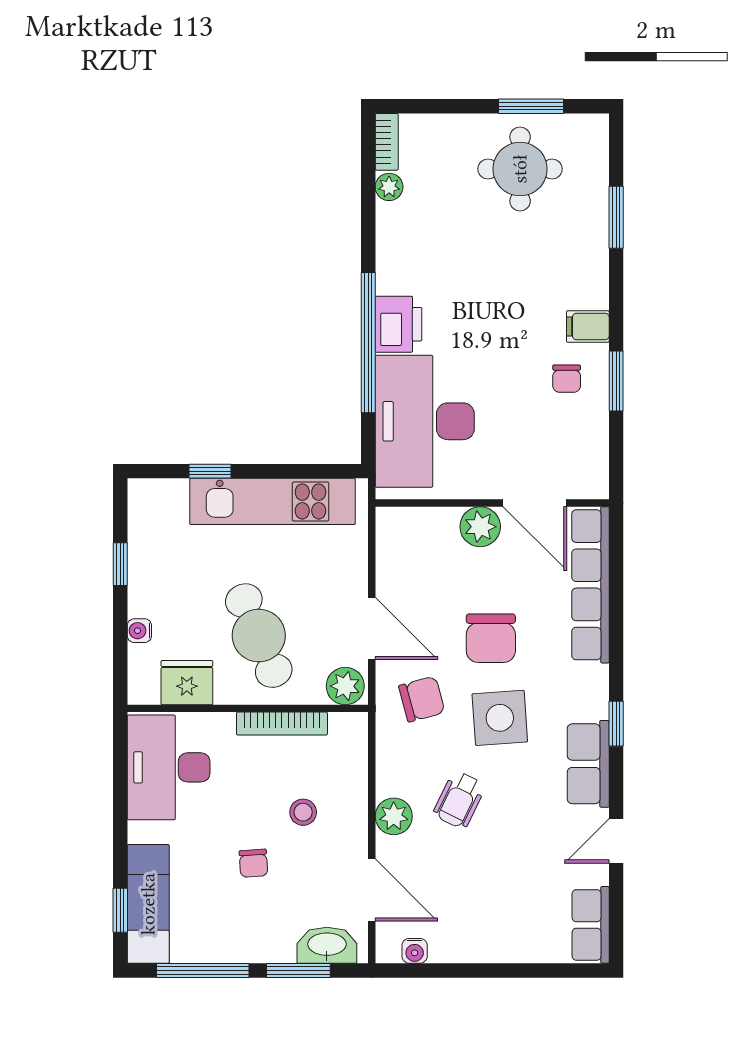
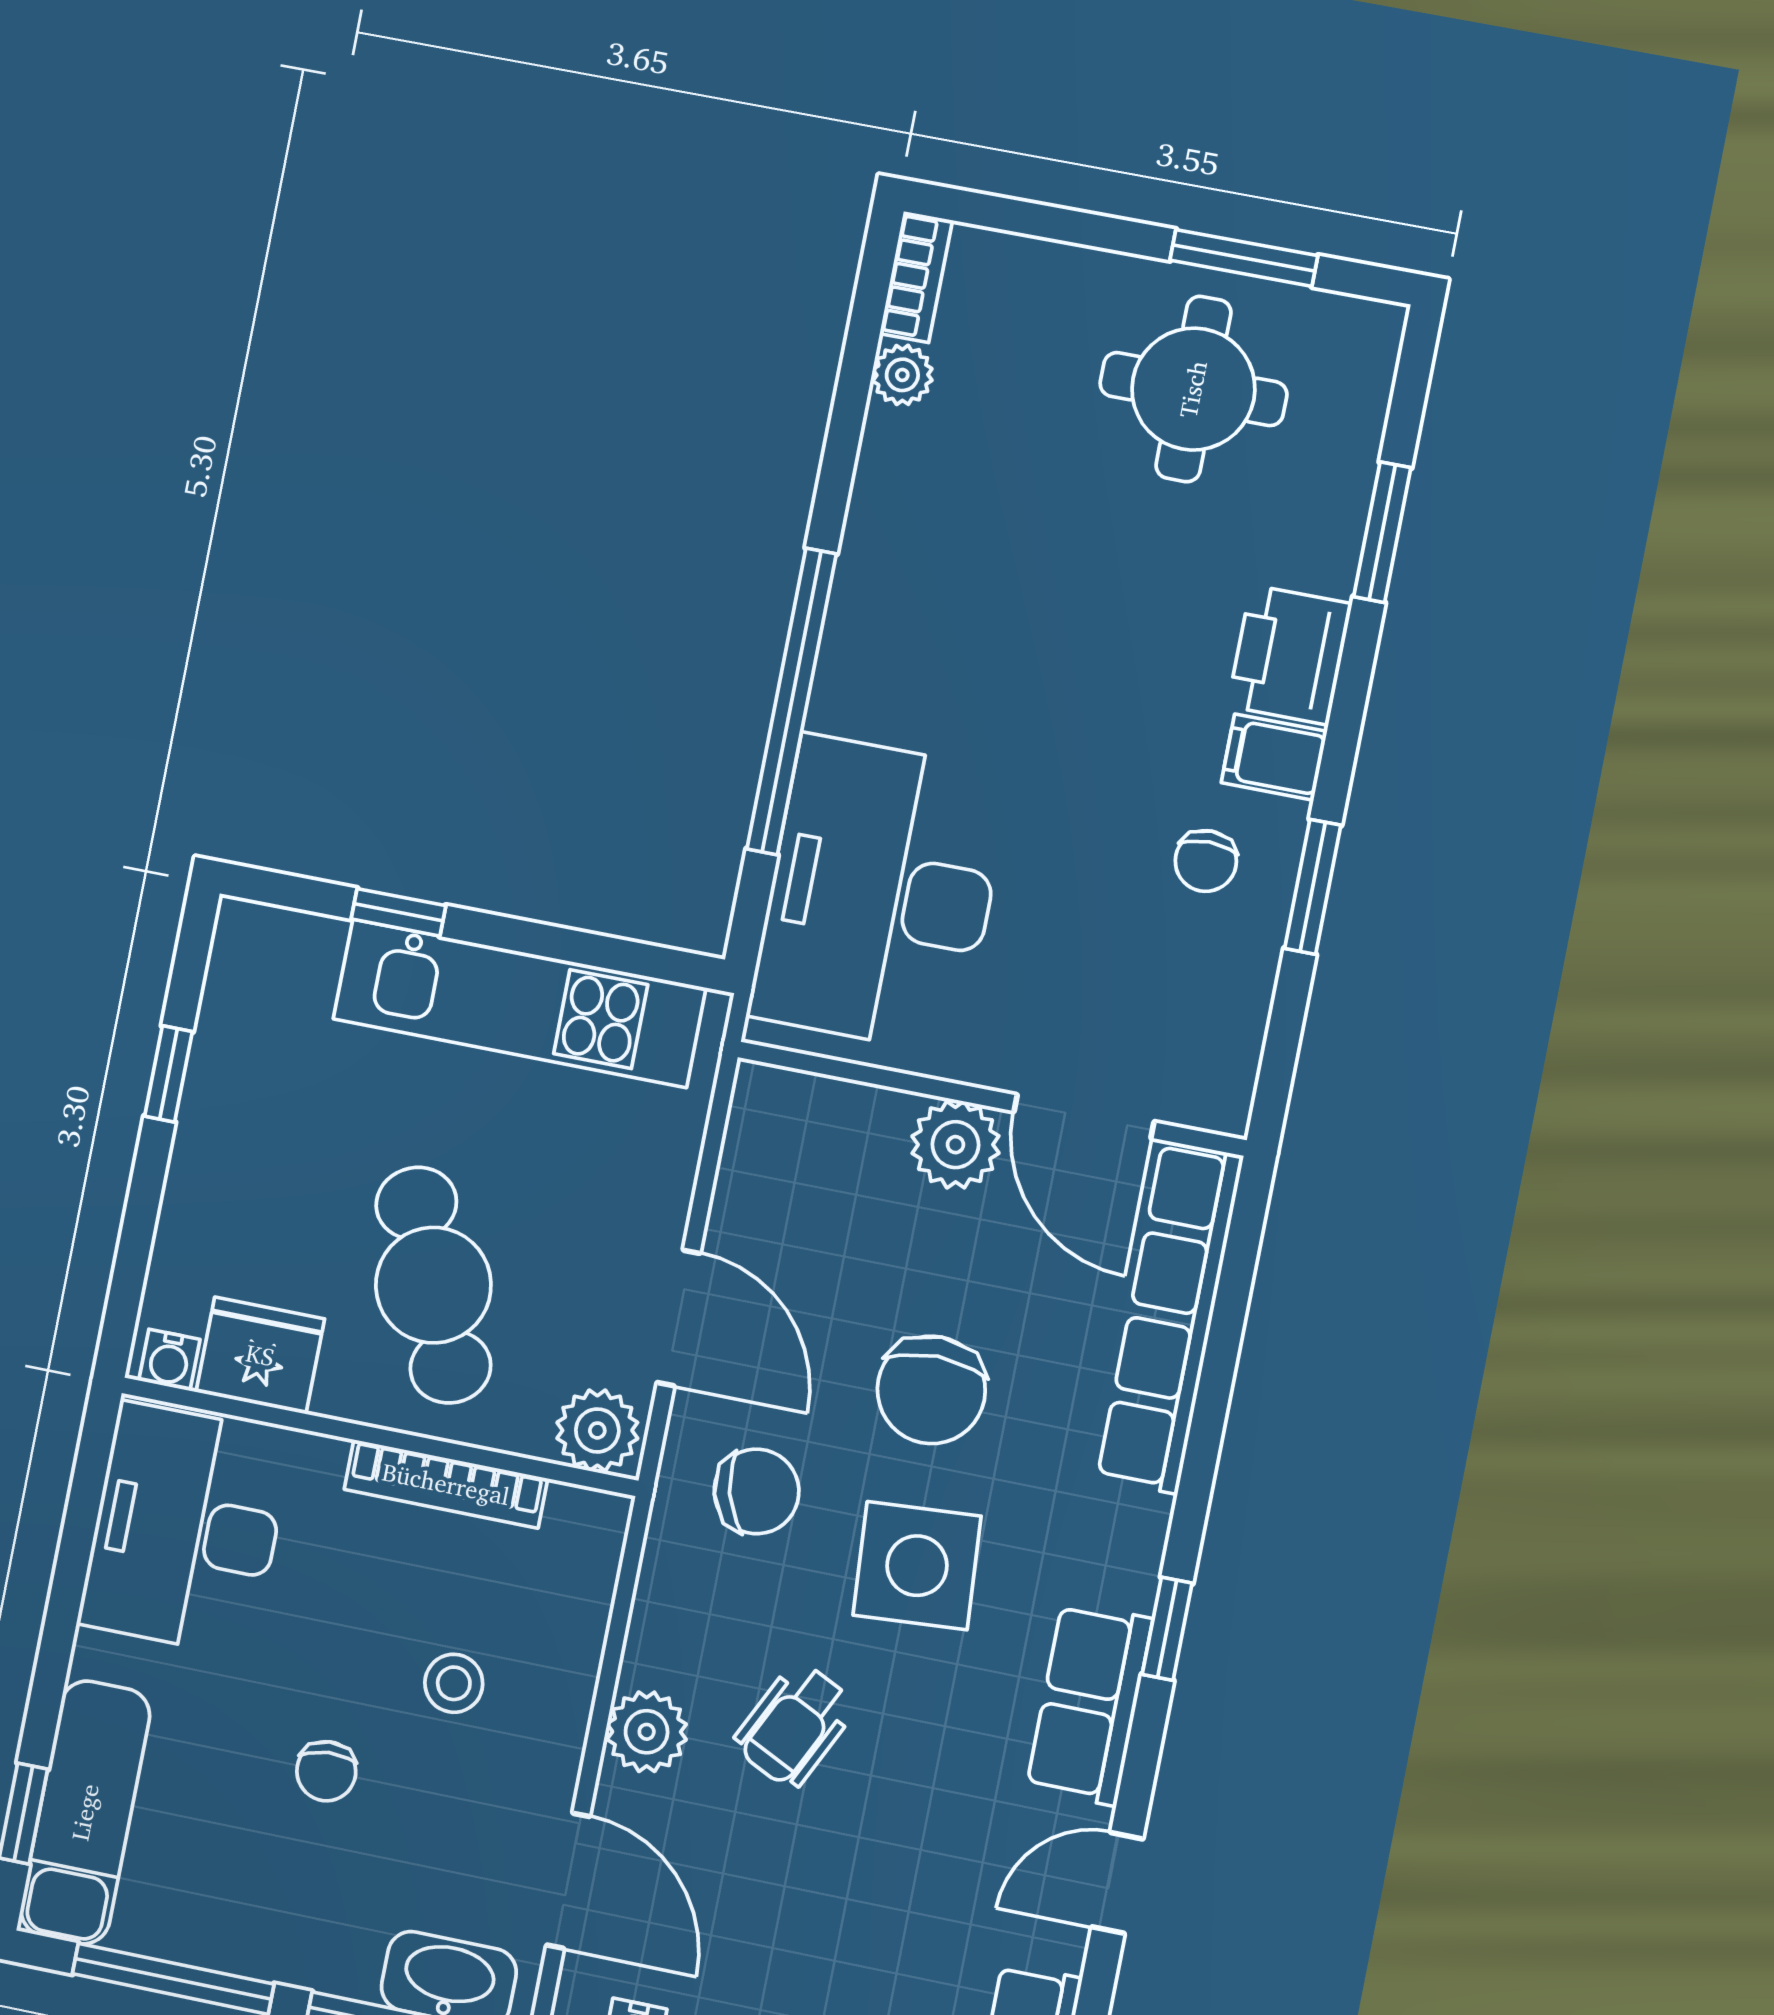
printer: (399, 324) -> (1290, 655), moved, turned 180
water cooler: (139, 631) -> (169, 1360), moved, turned -90

